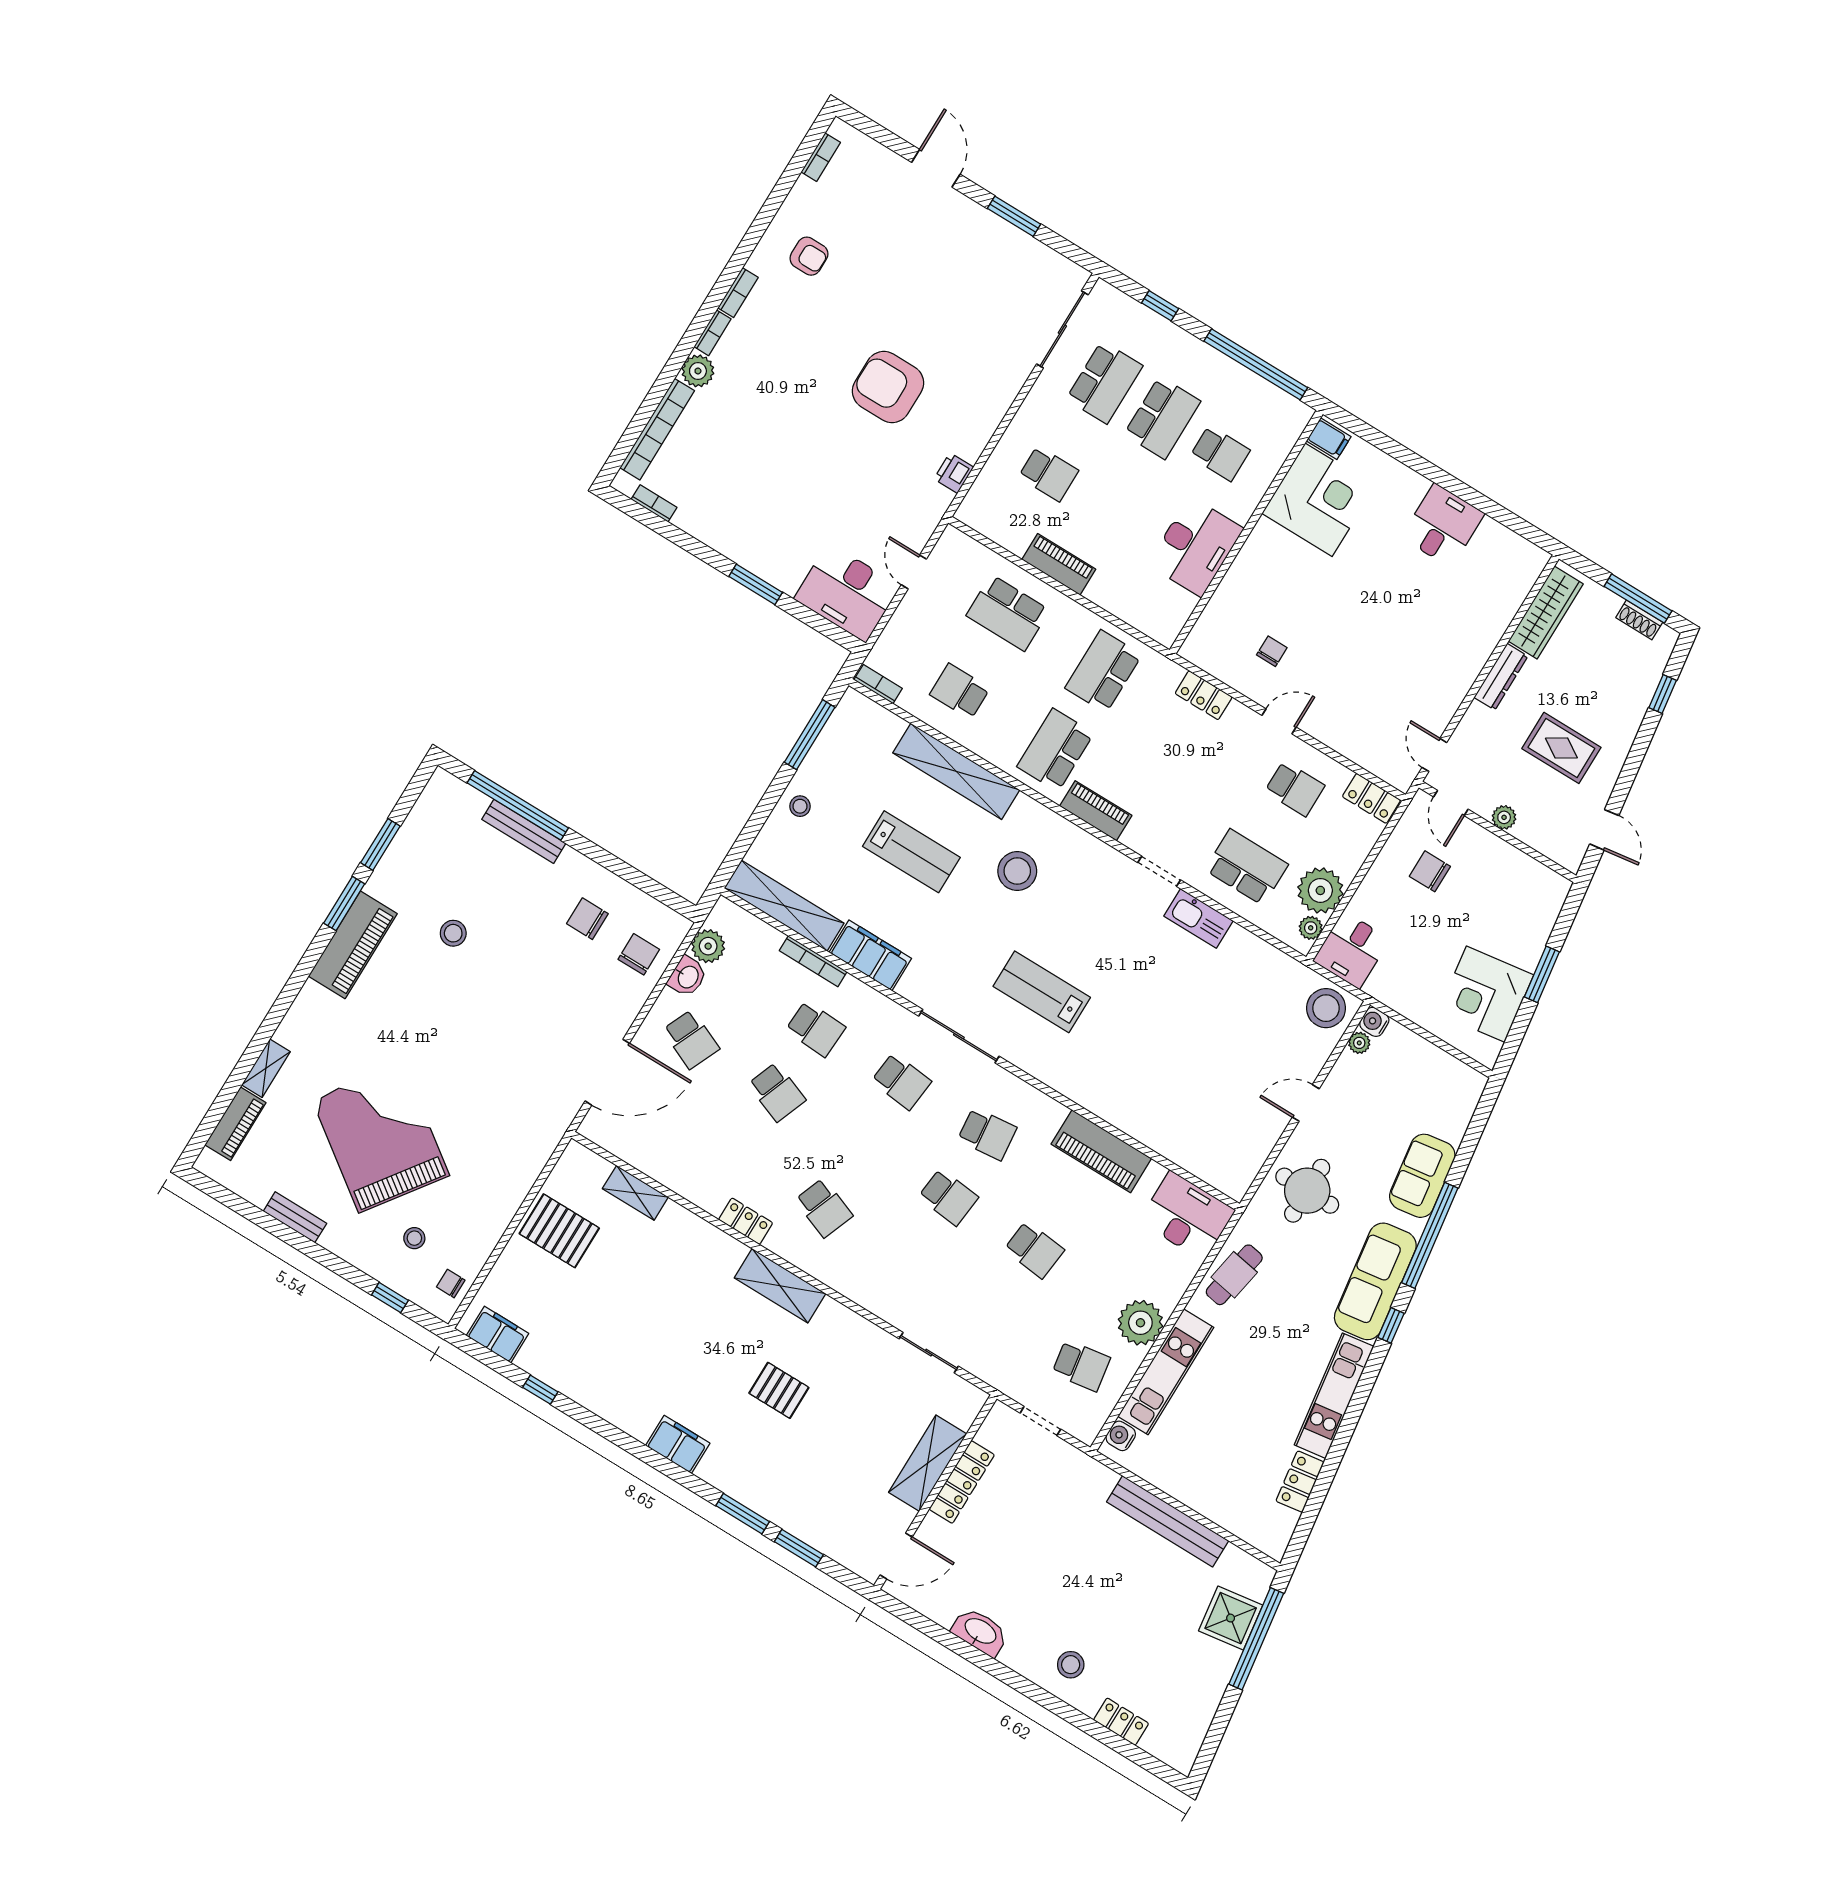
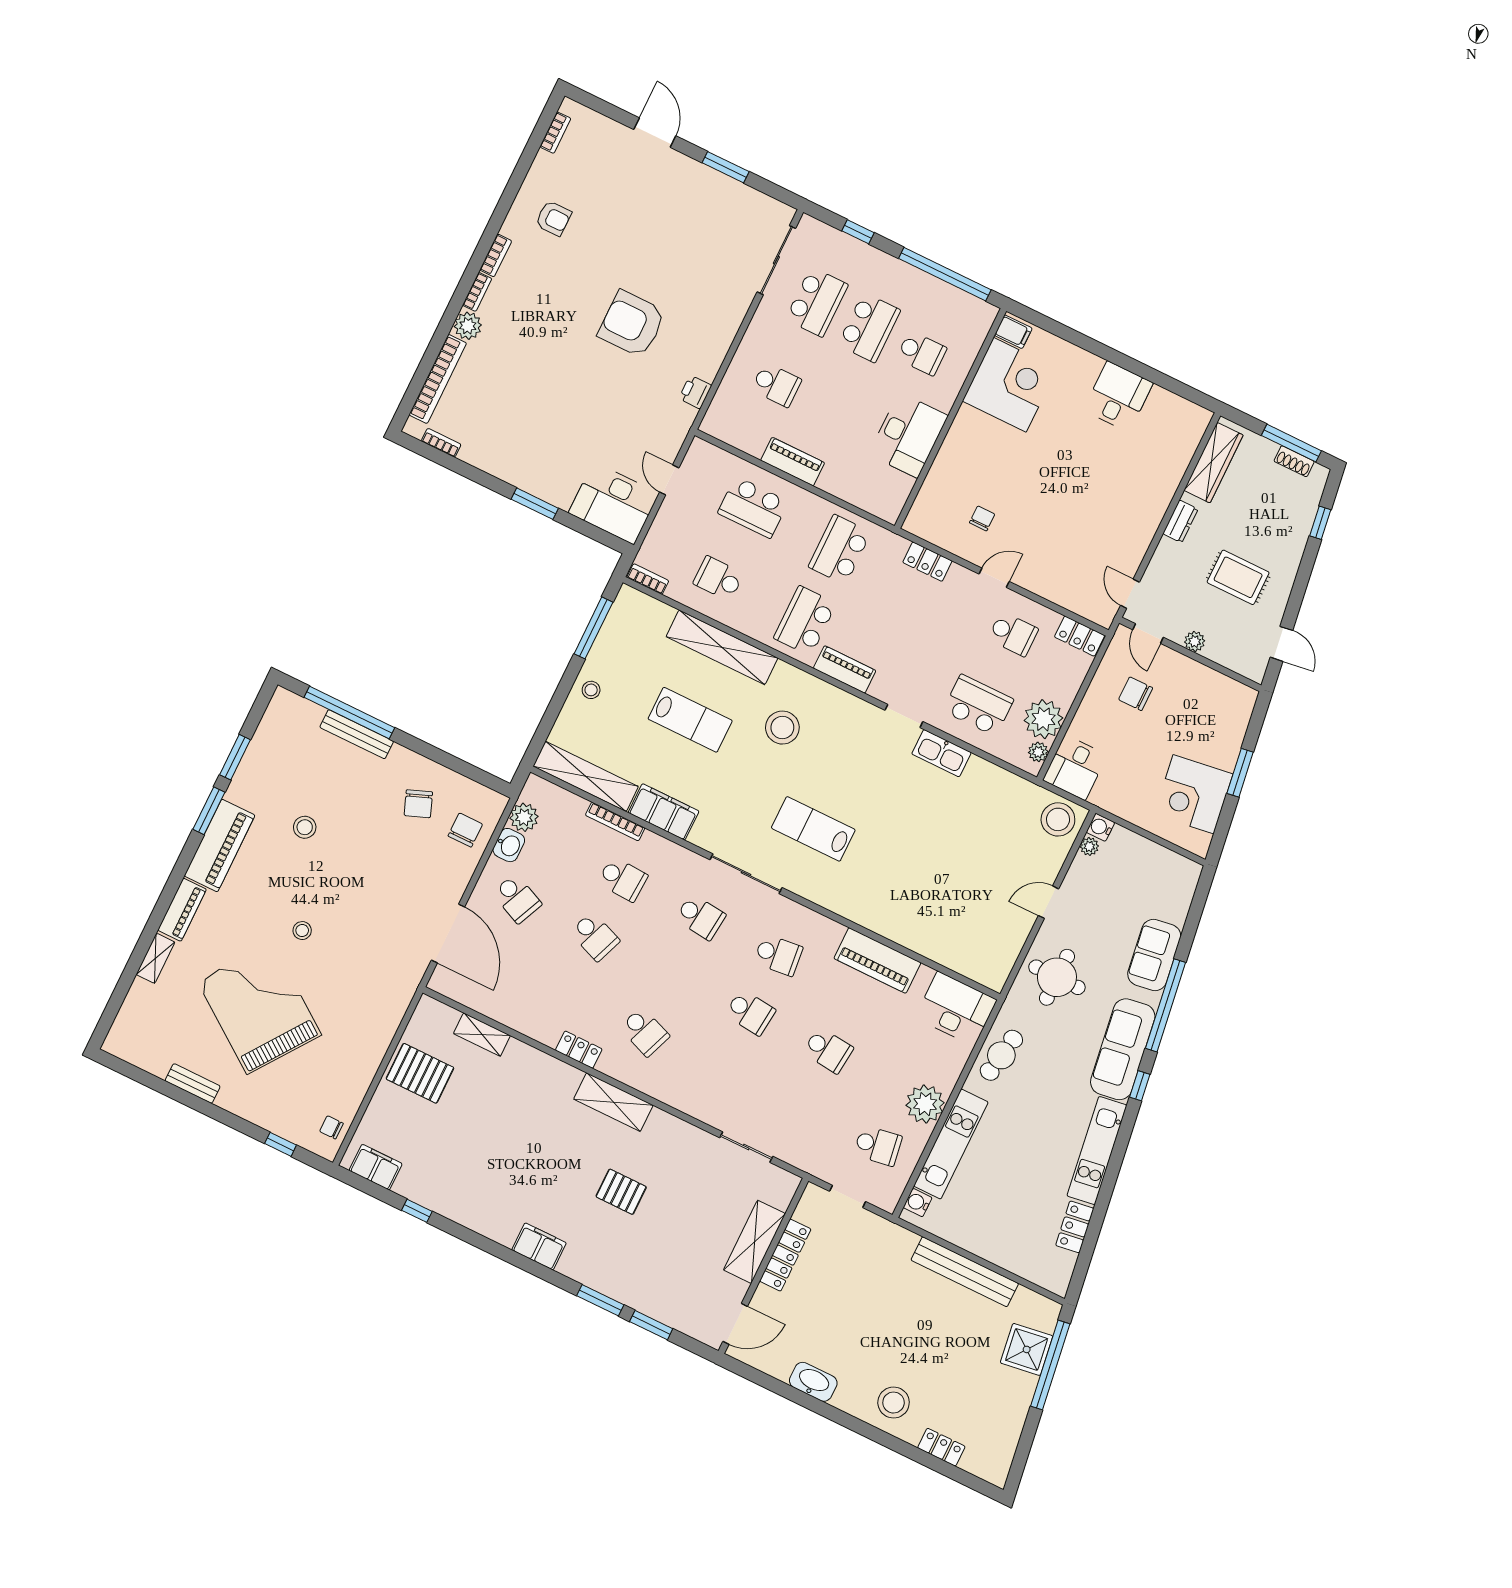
dresser: (1501, 677) -> (1180, 521), width x0.70
chair: (587, 919) -> (418, 804), turned -111
door: (607, 1072) -> (448, 933), hinge flipped
piano: (235, 1124) -> (182, 910), moved
stool: (414, 1238) -> (302, 931), moved
stool: (1071, 1665) -> (894, 1403), width x1.38, depth x1.38

